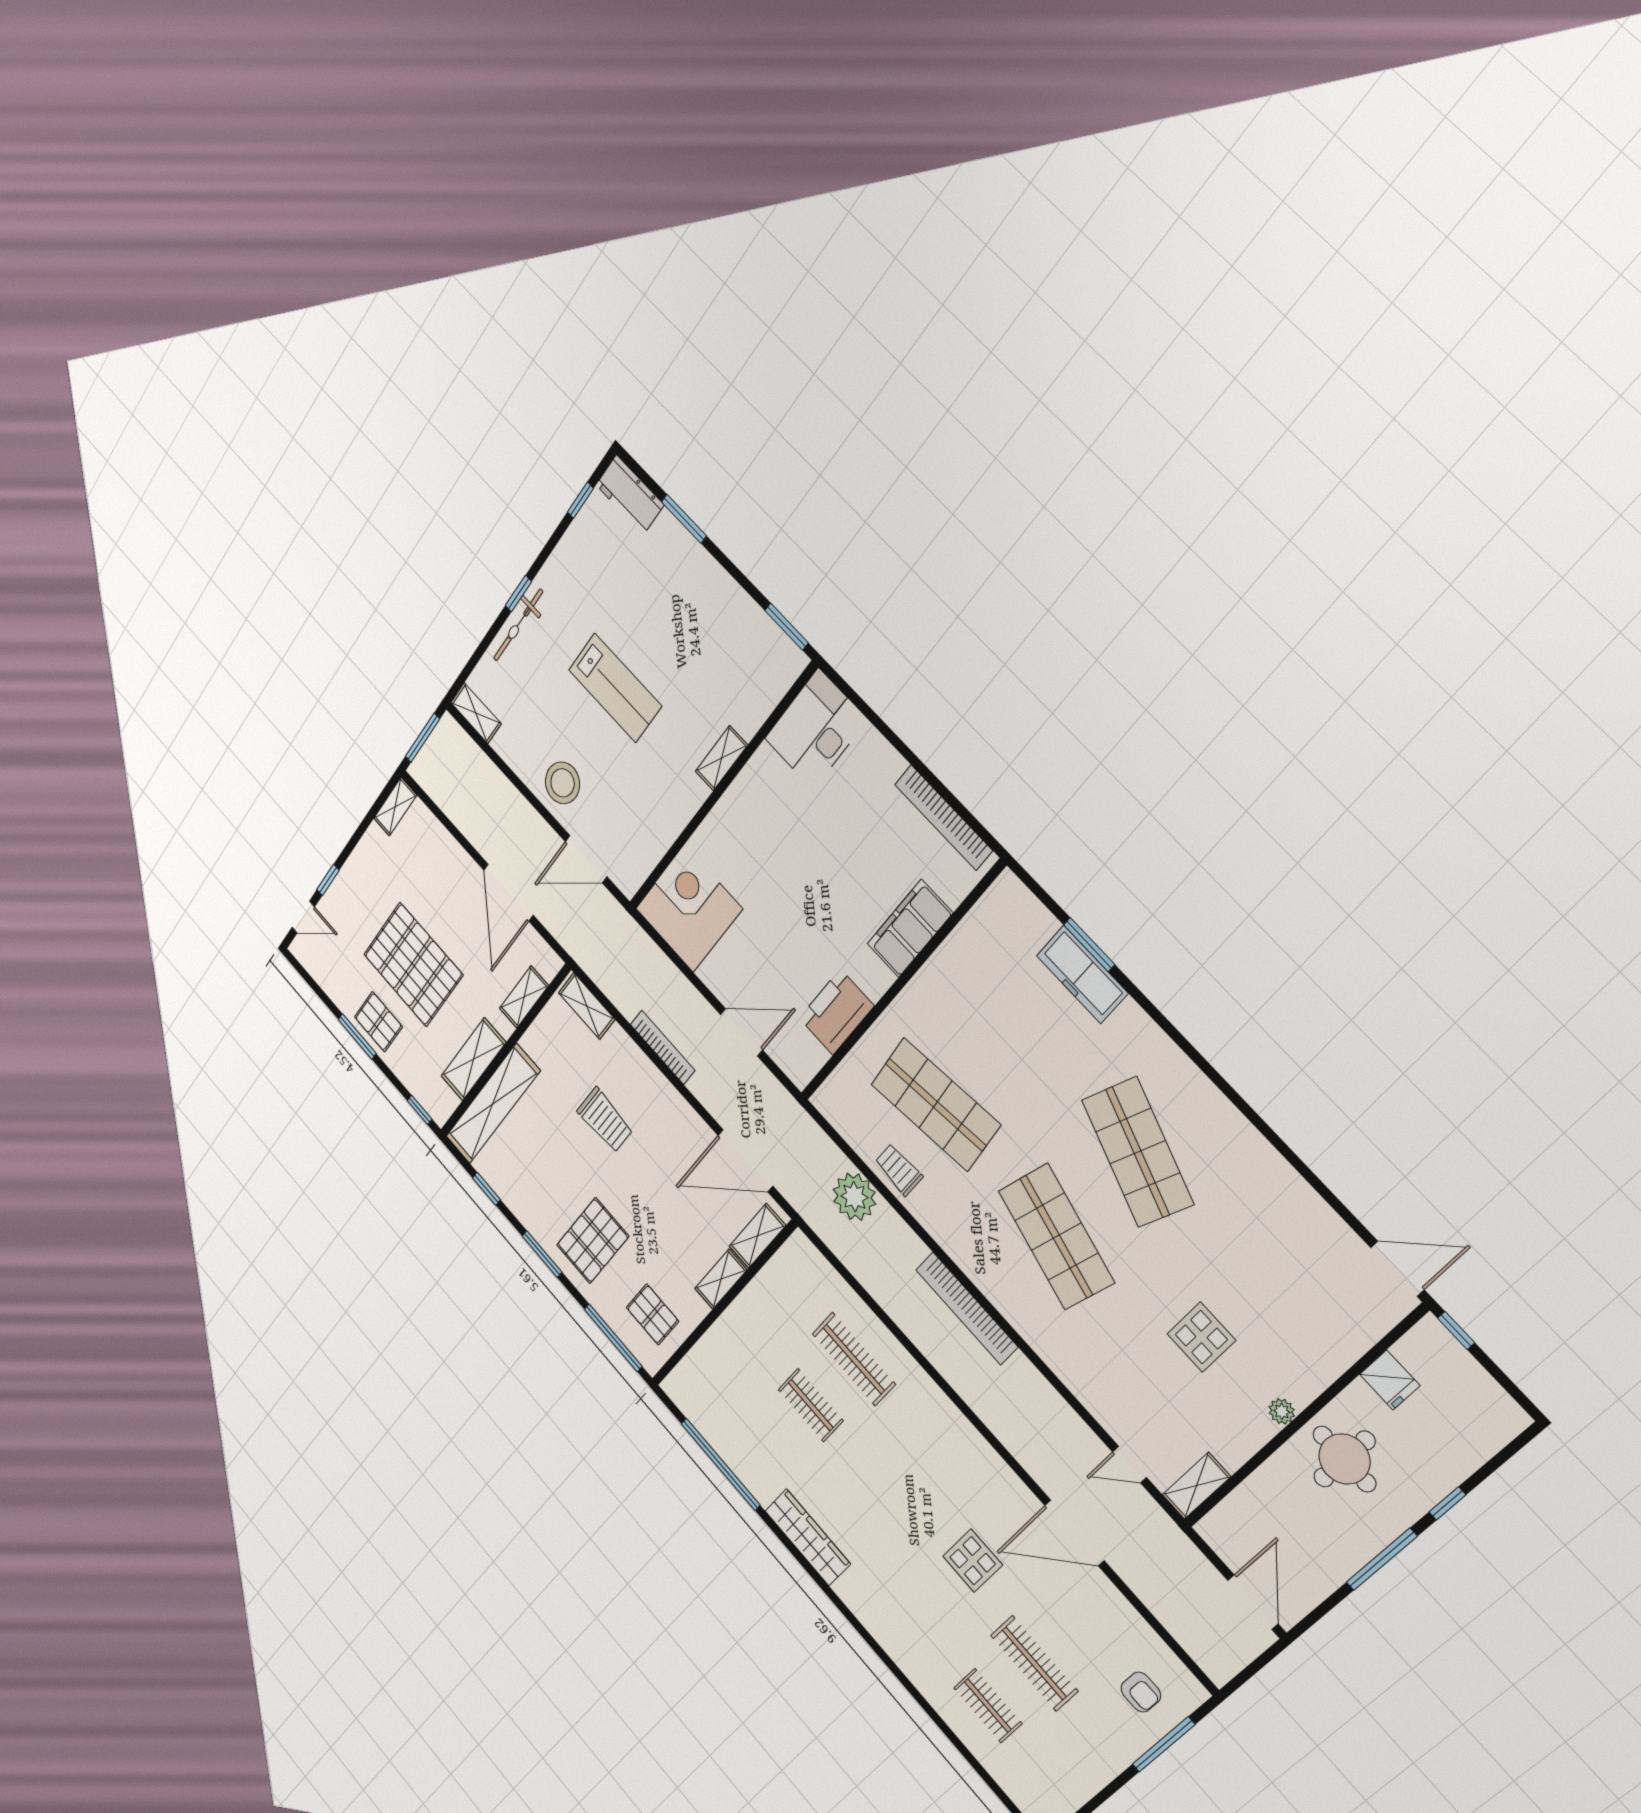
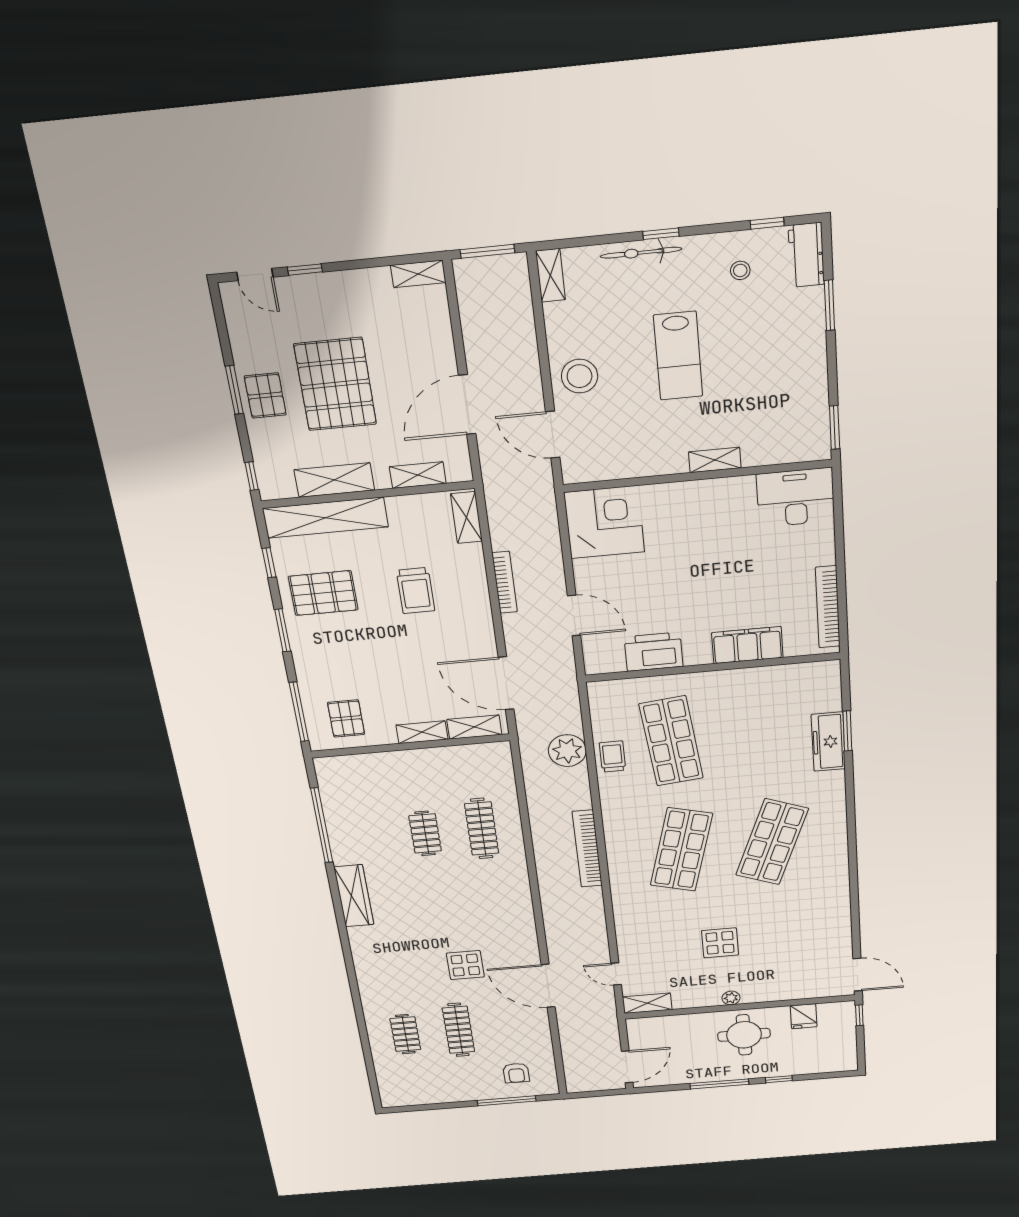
stool: (596, 562) -> (740, 270), added
pallet: (593, 1241) -> (323, 593), moved

